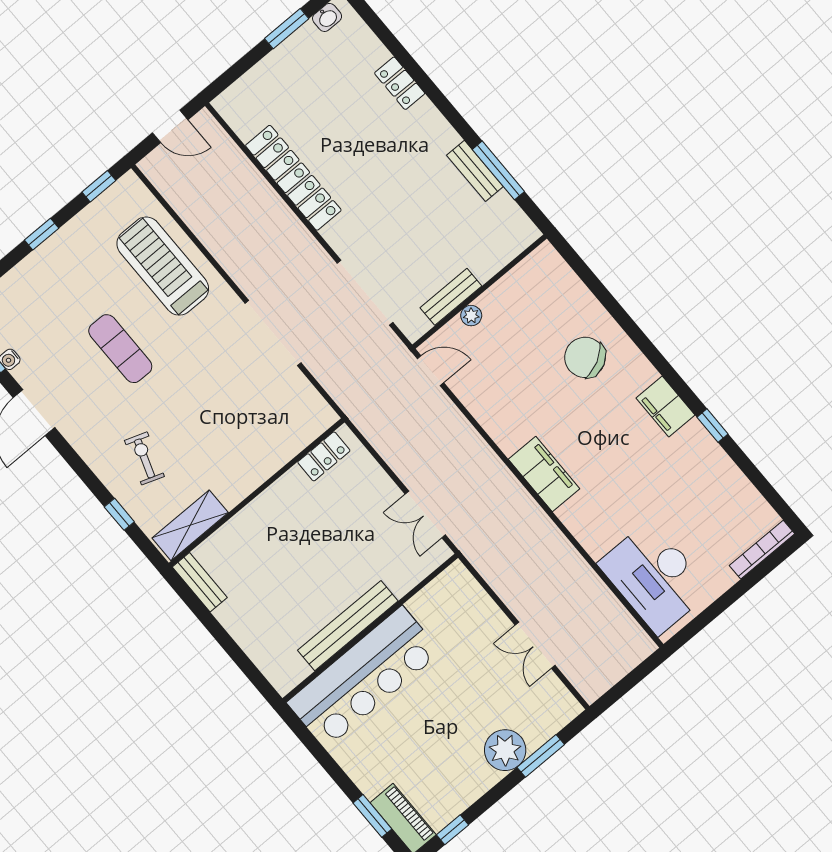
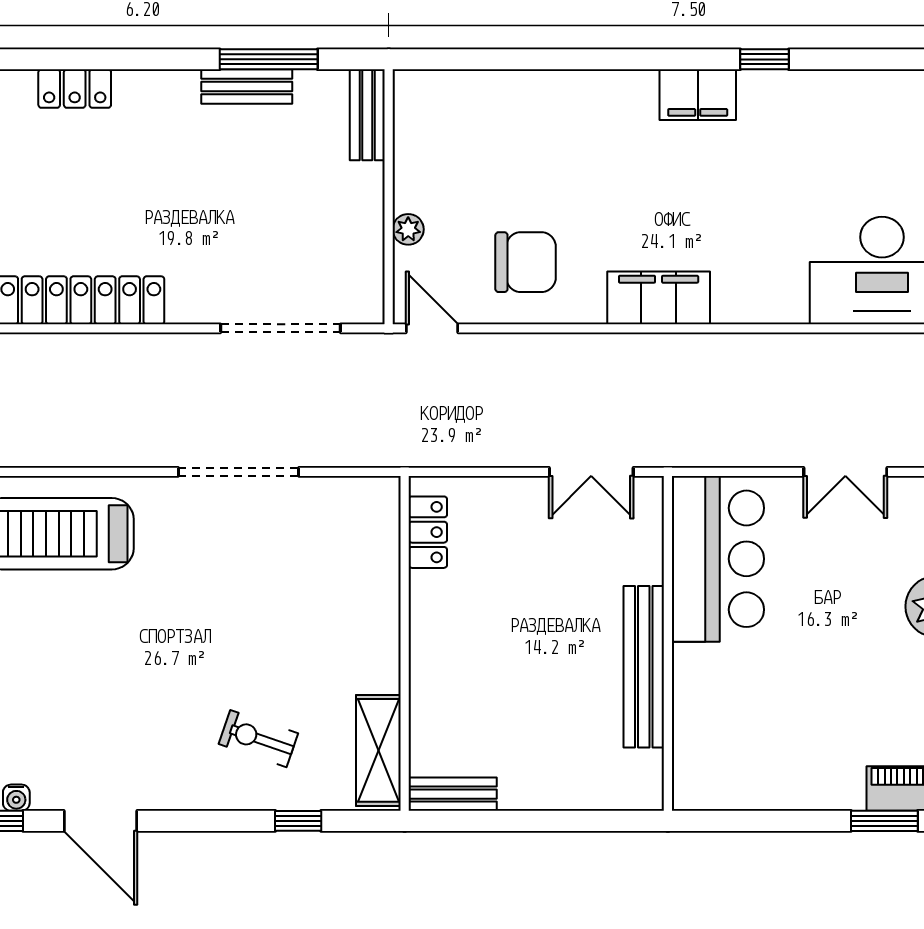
bench: (451, 297) -> (367, 115), moved
exercise mat: (120, 349) -> (110, 661), removed
chair: (585, 357) -> (526, 262), moved, turned -152
door: (430, 371) -> (432, 328), hinge flipped
bar counter: (364, 677) -> (718, 559), moved, width x0.73

